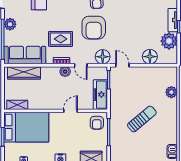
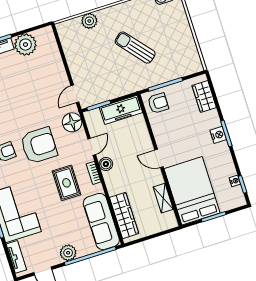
floor lamp: (150, 57) -> (53, 63), removed
shelving: (17, 105) -> (163, 198), moved
door: (70, 111) -> (159, 158), moved

